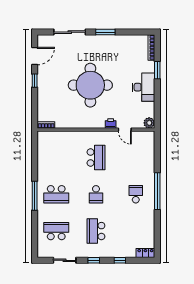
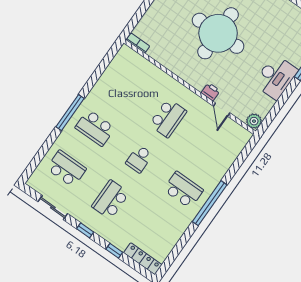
school desk: (136, 194) -> (183, 190), width x1.85
locker: (145, 253) -> (143, 259), width x1.53

